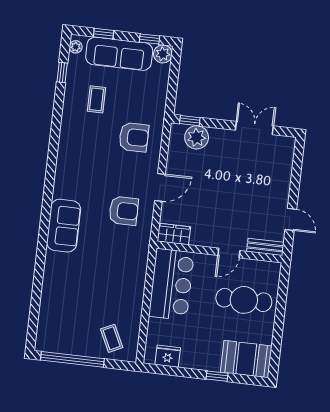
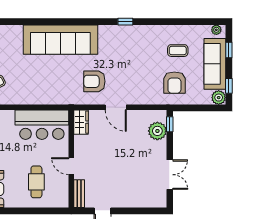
window: (62, 73) -> (125, 22), moved
armchair: (134, 137) -> (174, 83), moved
armchair: (124, 211) -> (94, 81), turned 90
sofa: (64, 226) -> (60, 40), width x1.85, depth x1.27
cafe table: (244, 300) -> (36, 182), width x0.73, depth x0.74

